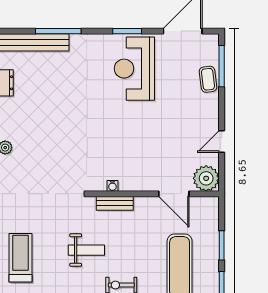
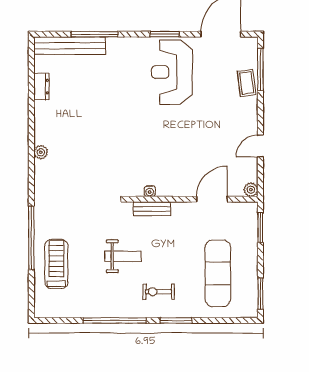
plant: (206, 178) -> (251, 190), width x0.53, depth x0.53
door: (174, 194) -> (212, 199), swing flipped
window: (222, 245) -> (260, 228), moved

